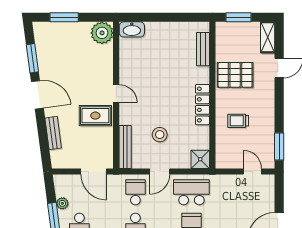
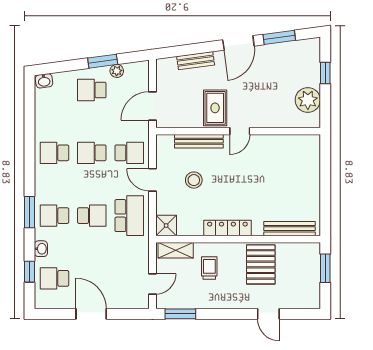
window: (64, 17) -> (325, 73), width x0.67
washbasin: (132, 29) -> (312, 149), removed
plant: (102, 33) -> (308, 100), moved
shelving: (268, 37) -> (176, 250), moved
bench: (203, 49) -> (290, 229), width x1.36
bench: (125, 147) -> (199, 141), moved

